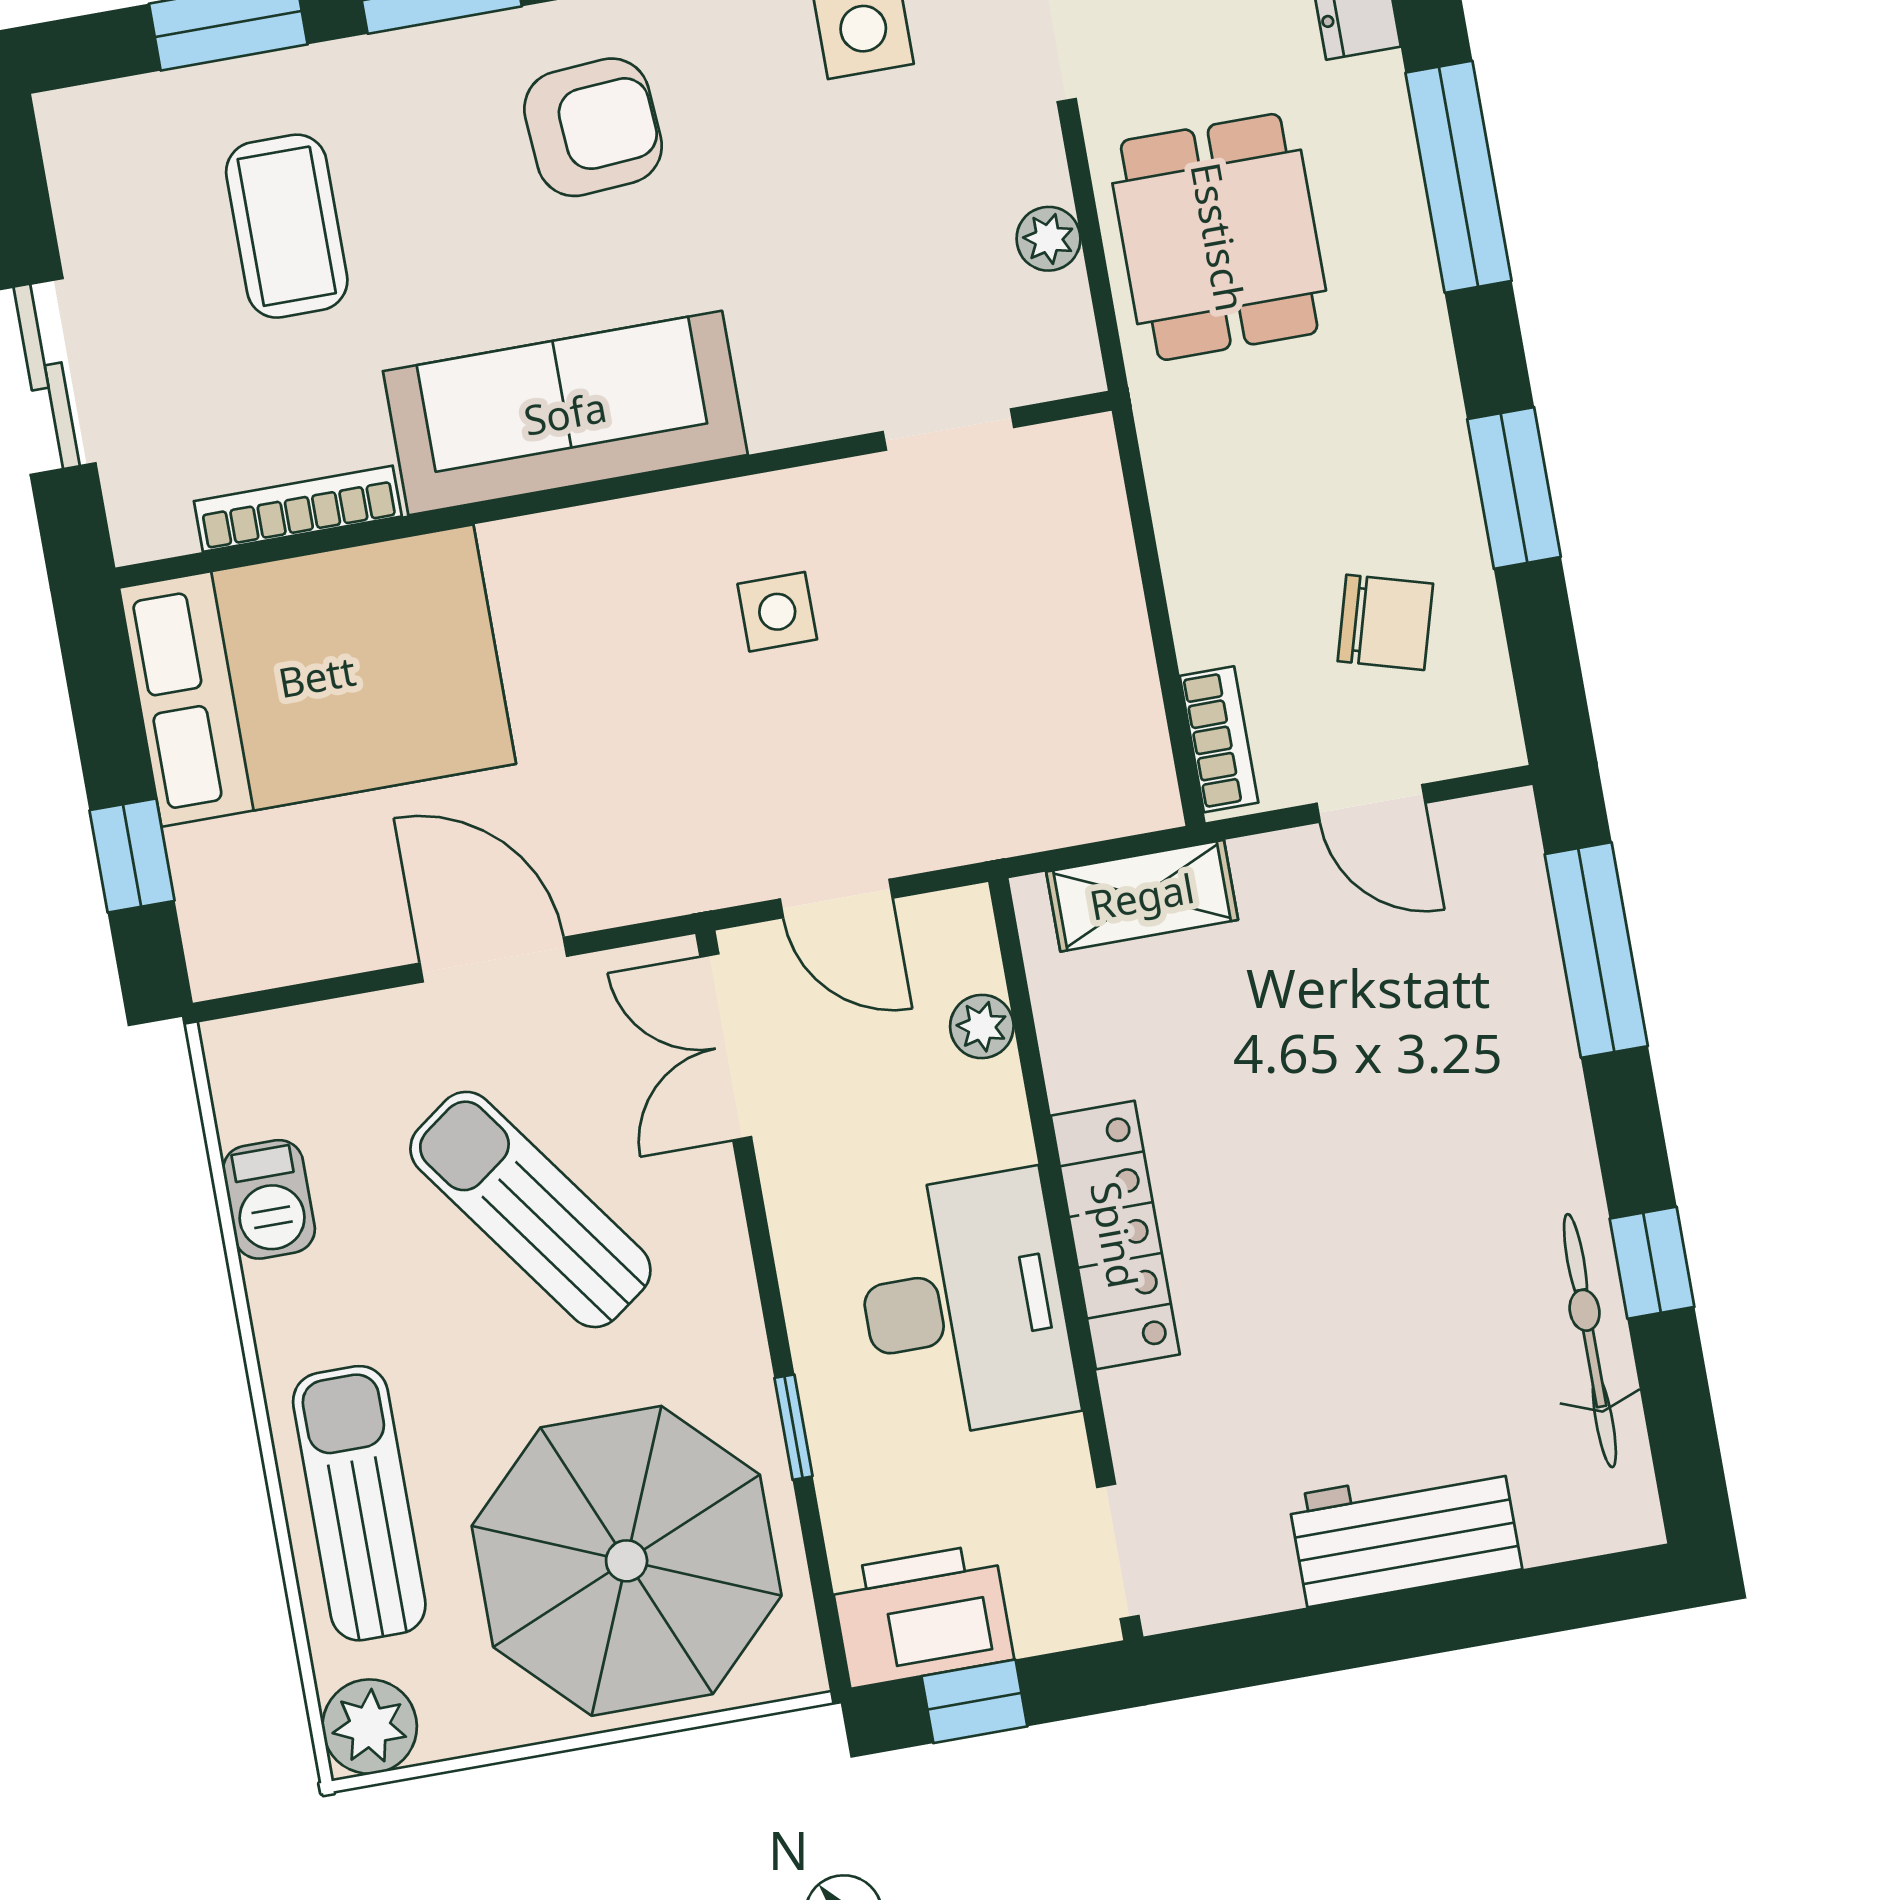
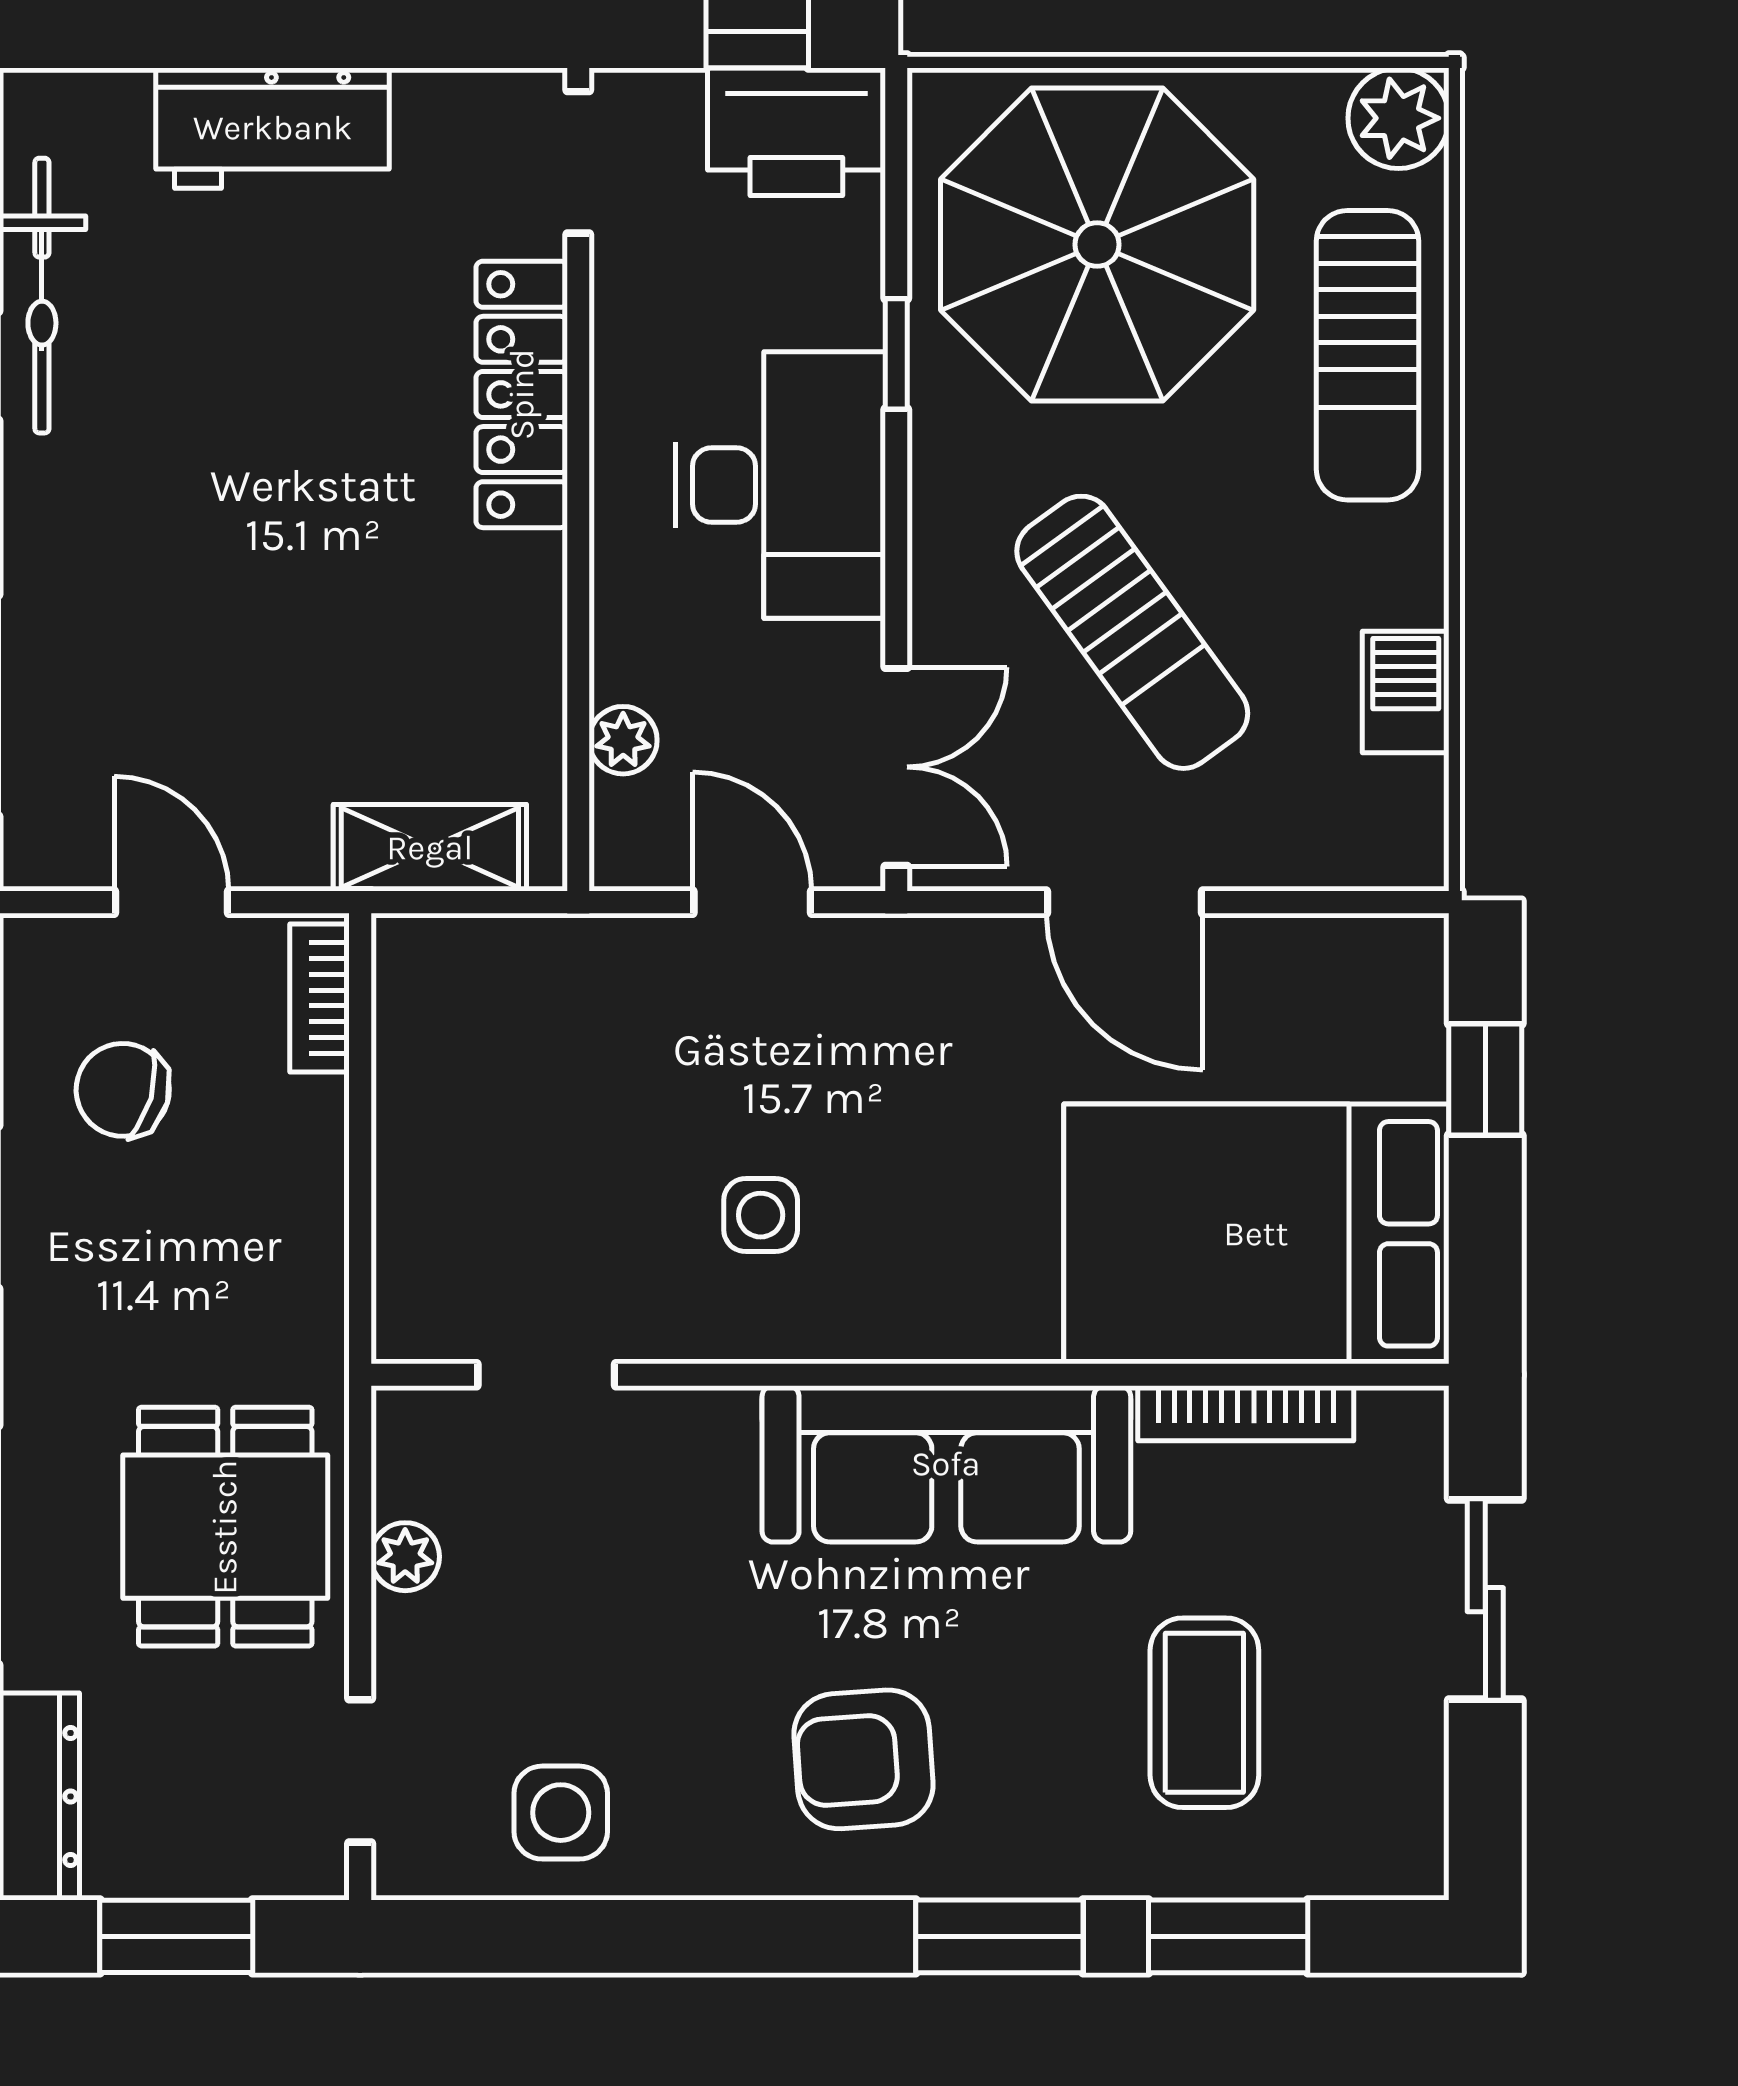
locker: (1115, 1235) -> (522, 394), moved
desk: (964, 1305) -> (781, 485), moved, turned 180

